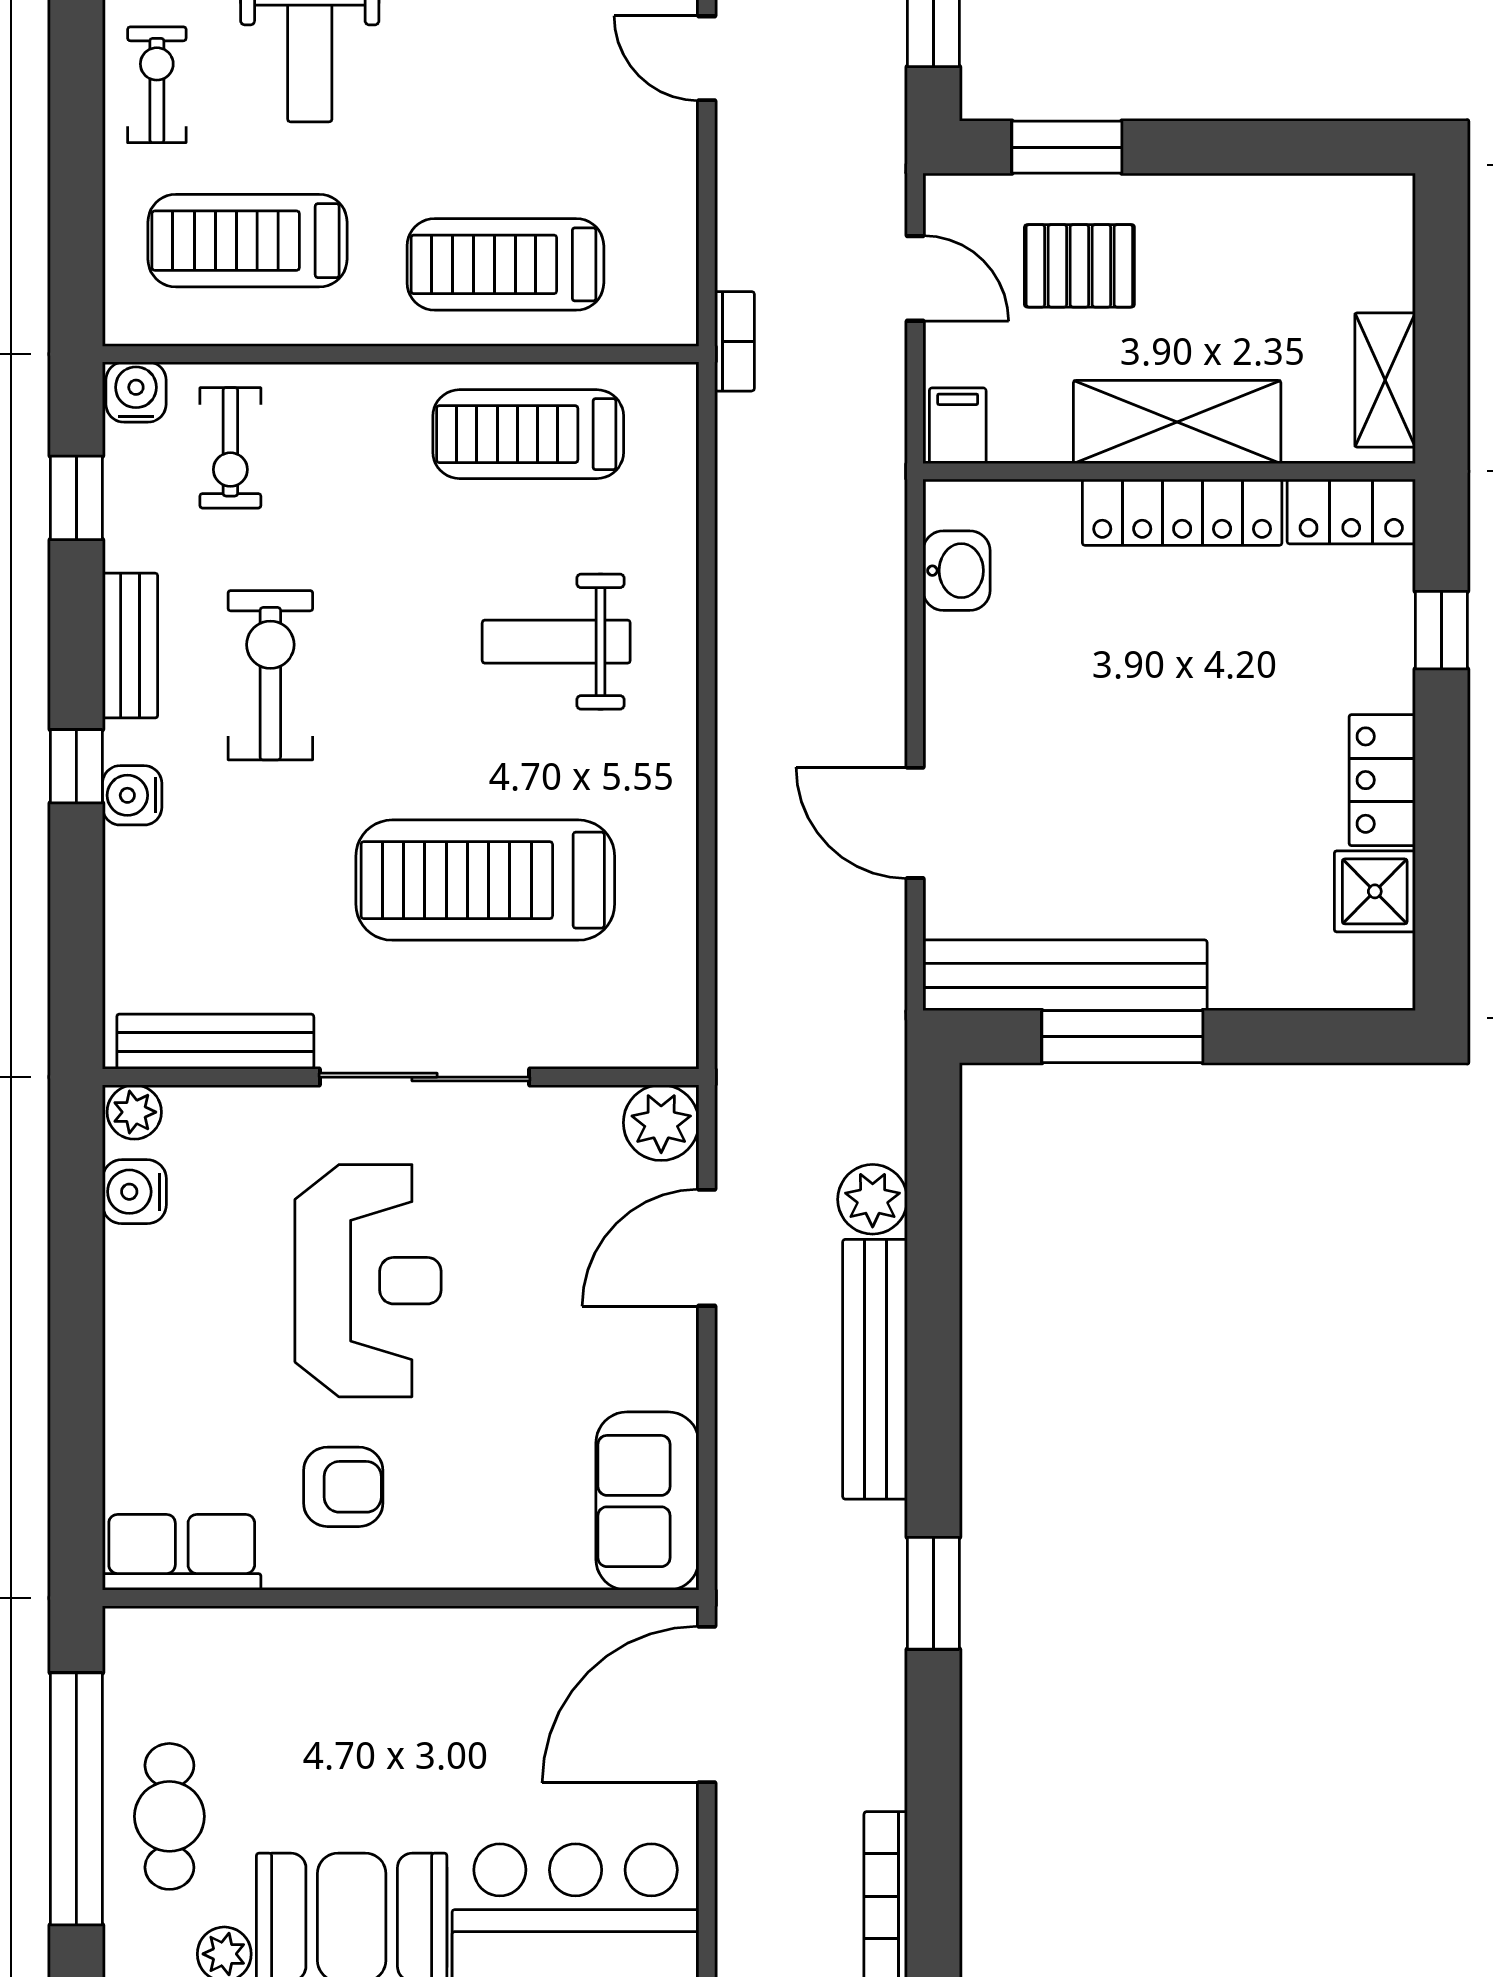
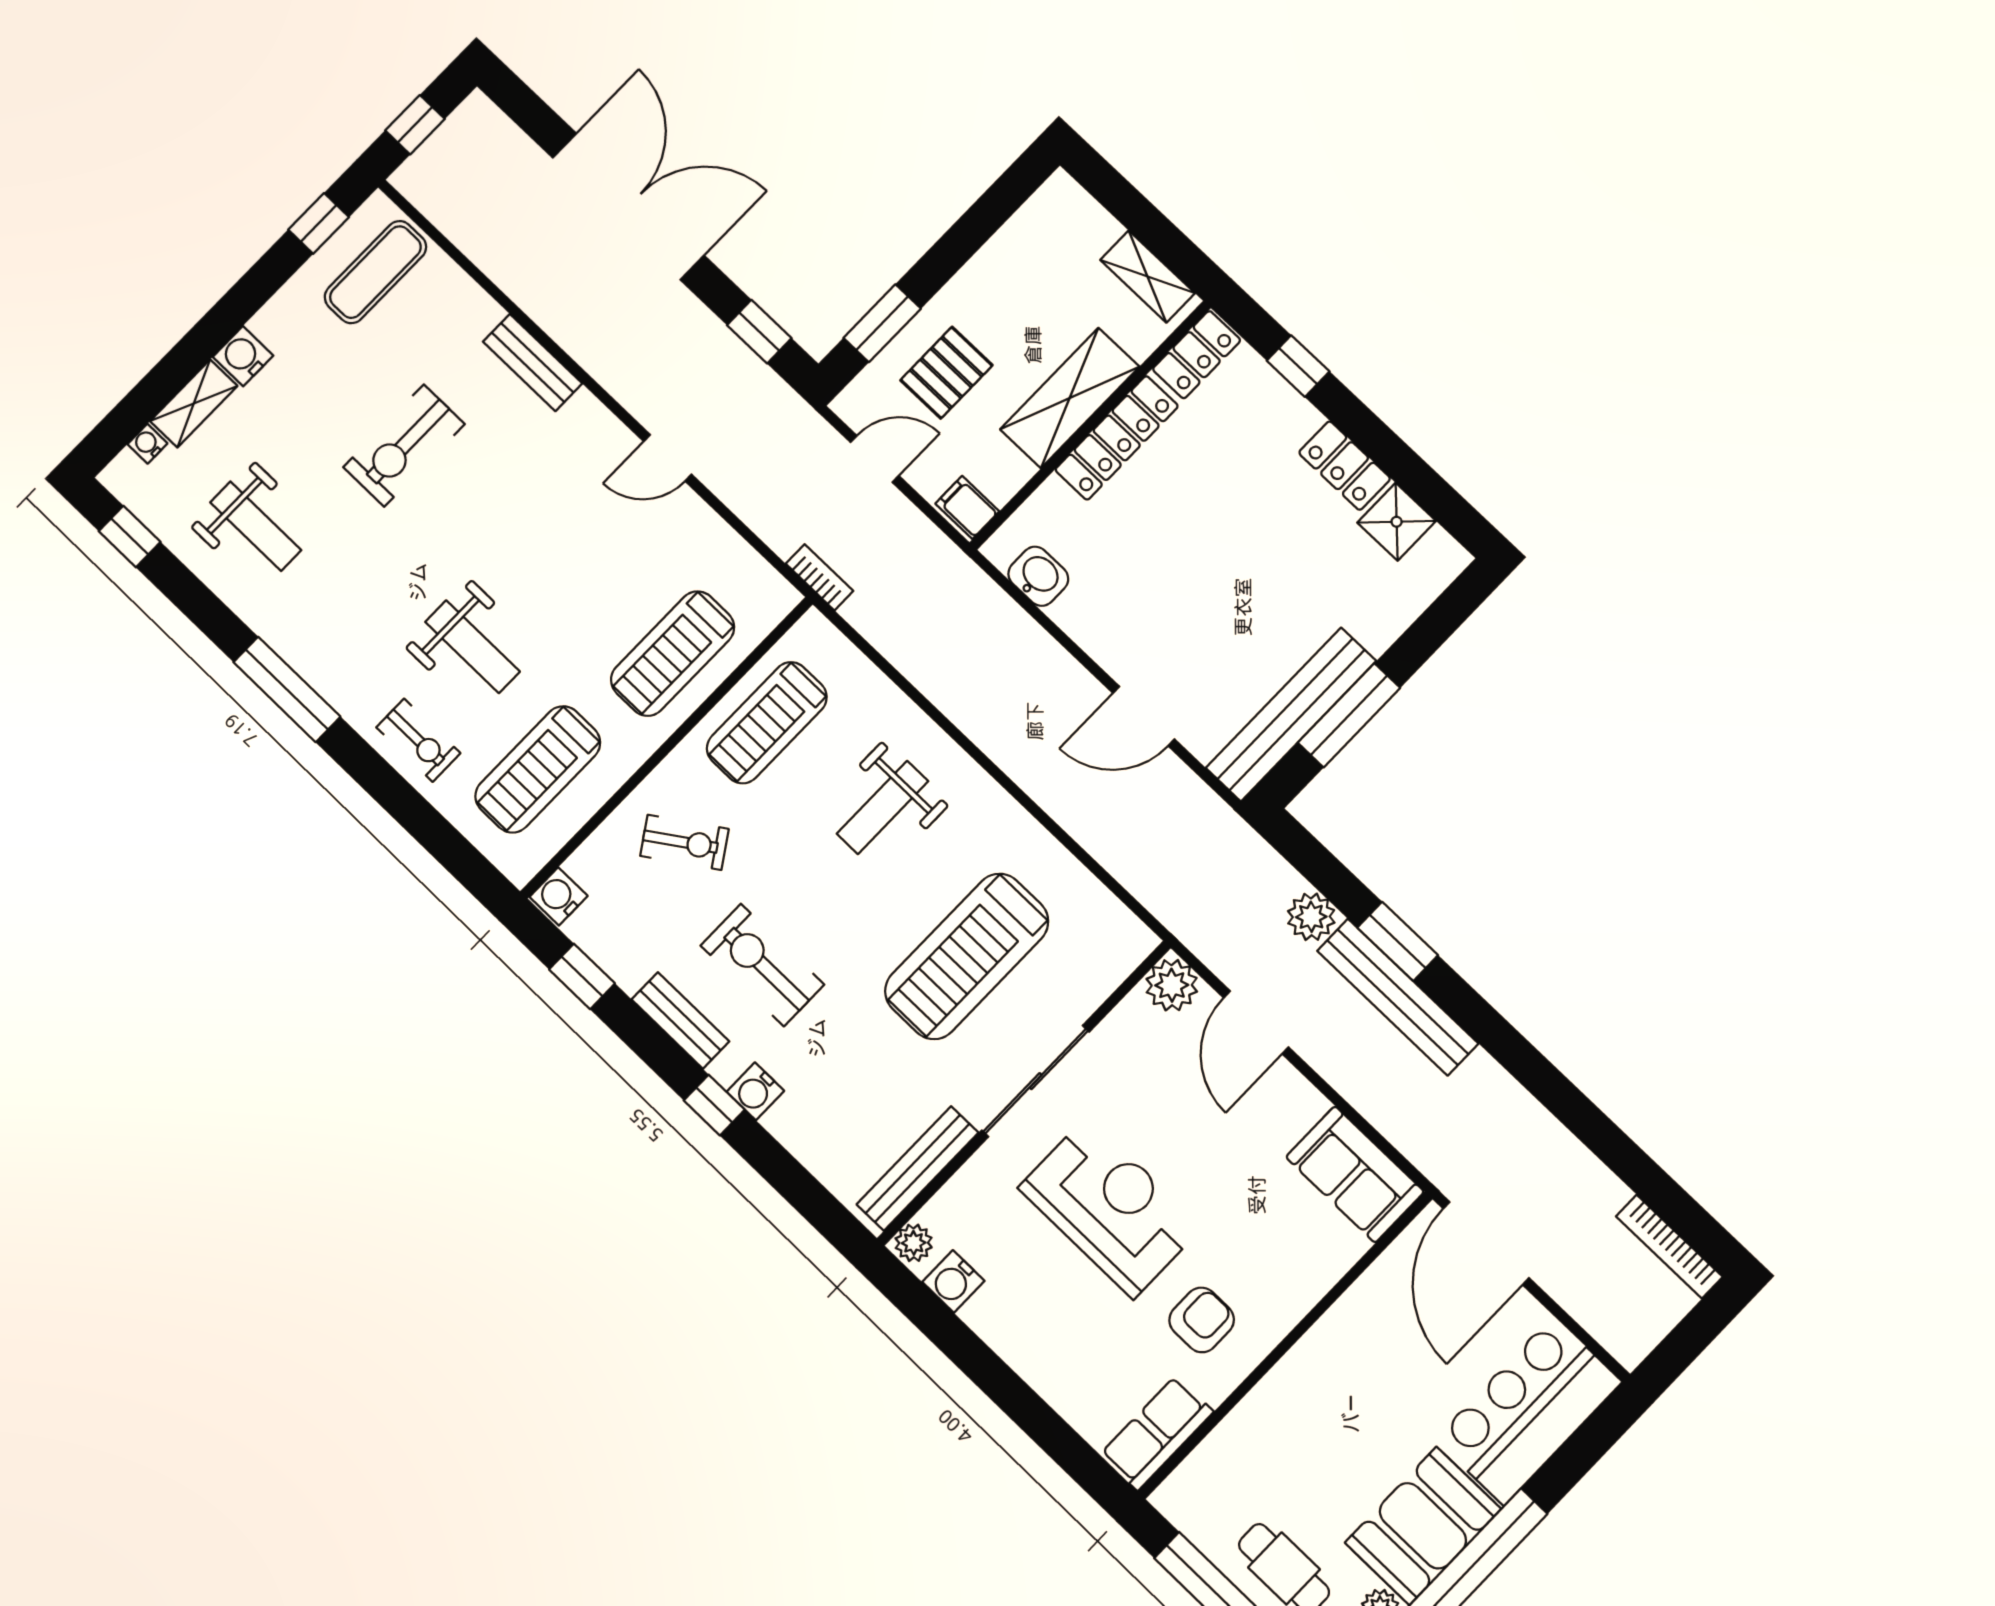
exercise bike: (157, 85) -> (418, 740), turned 180
exercise bike: (230, 448) -> (684, 842), moved, turned -34
window: (933, 1593) -> (1398, 941), moved

